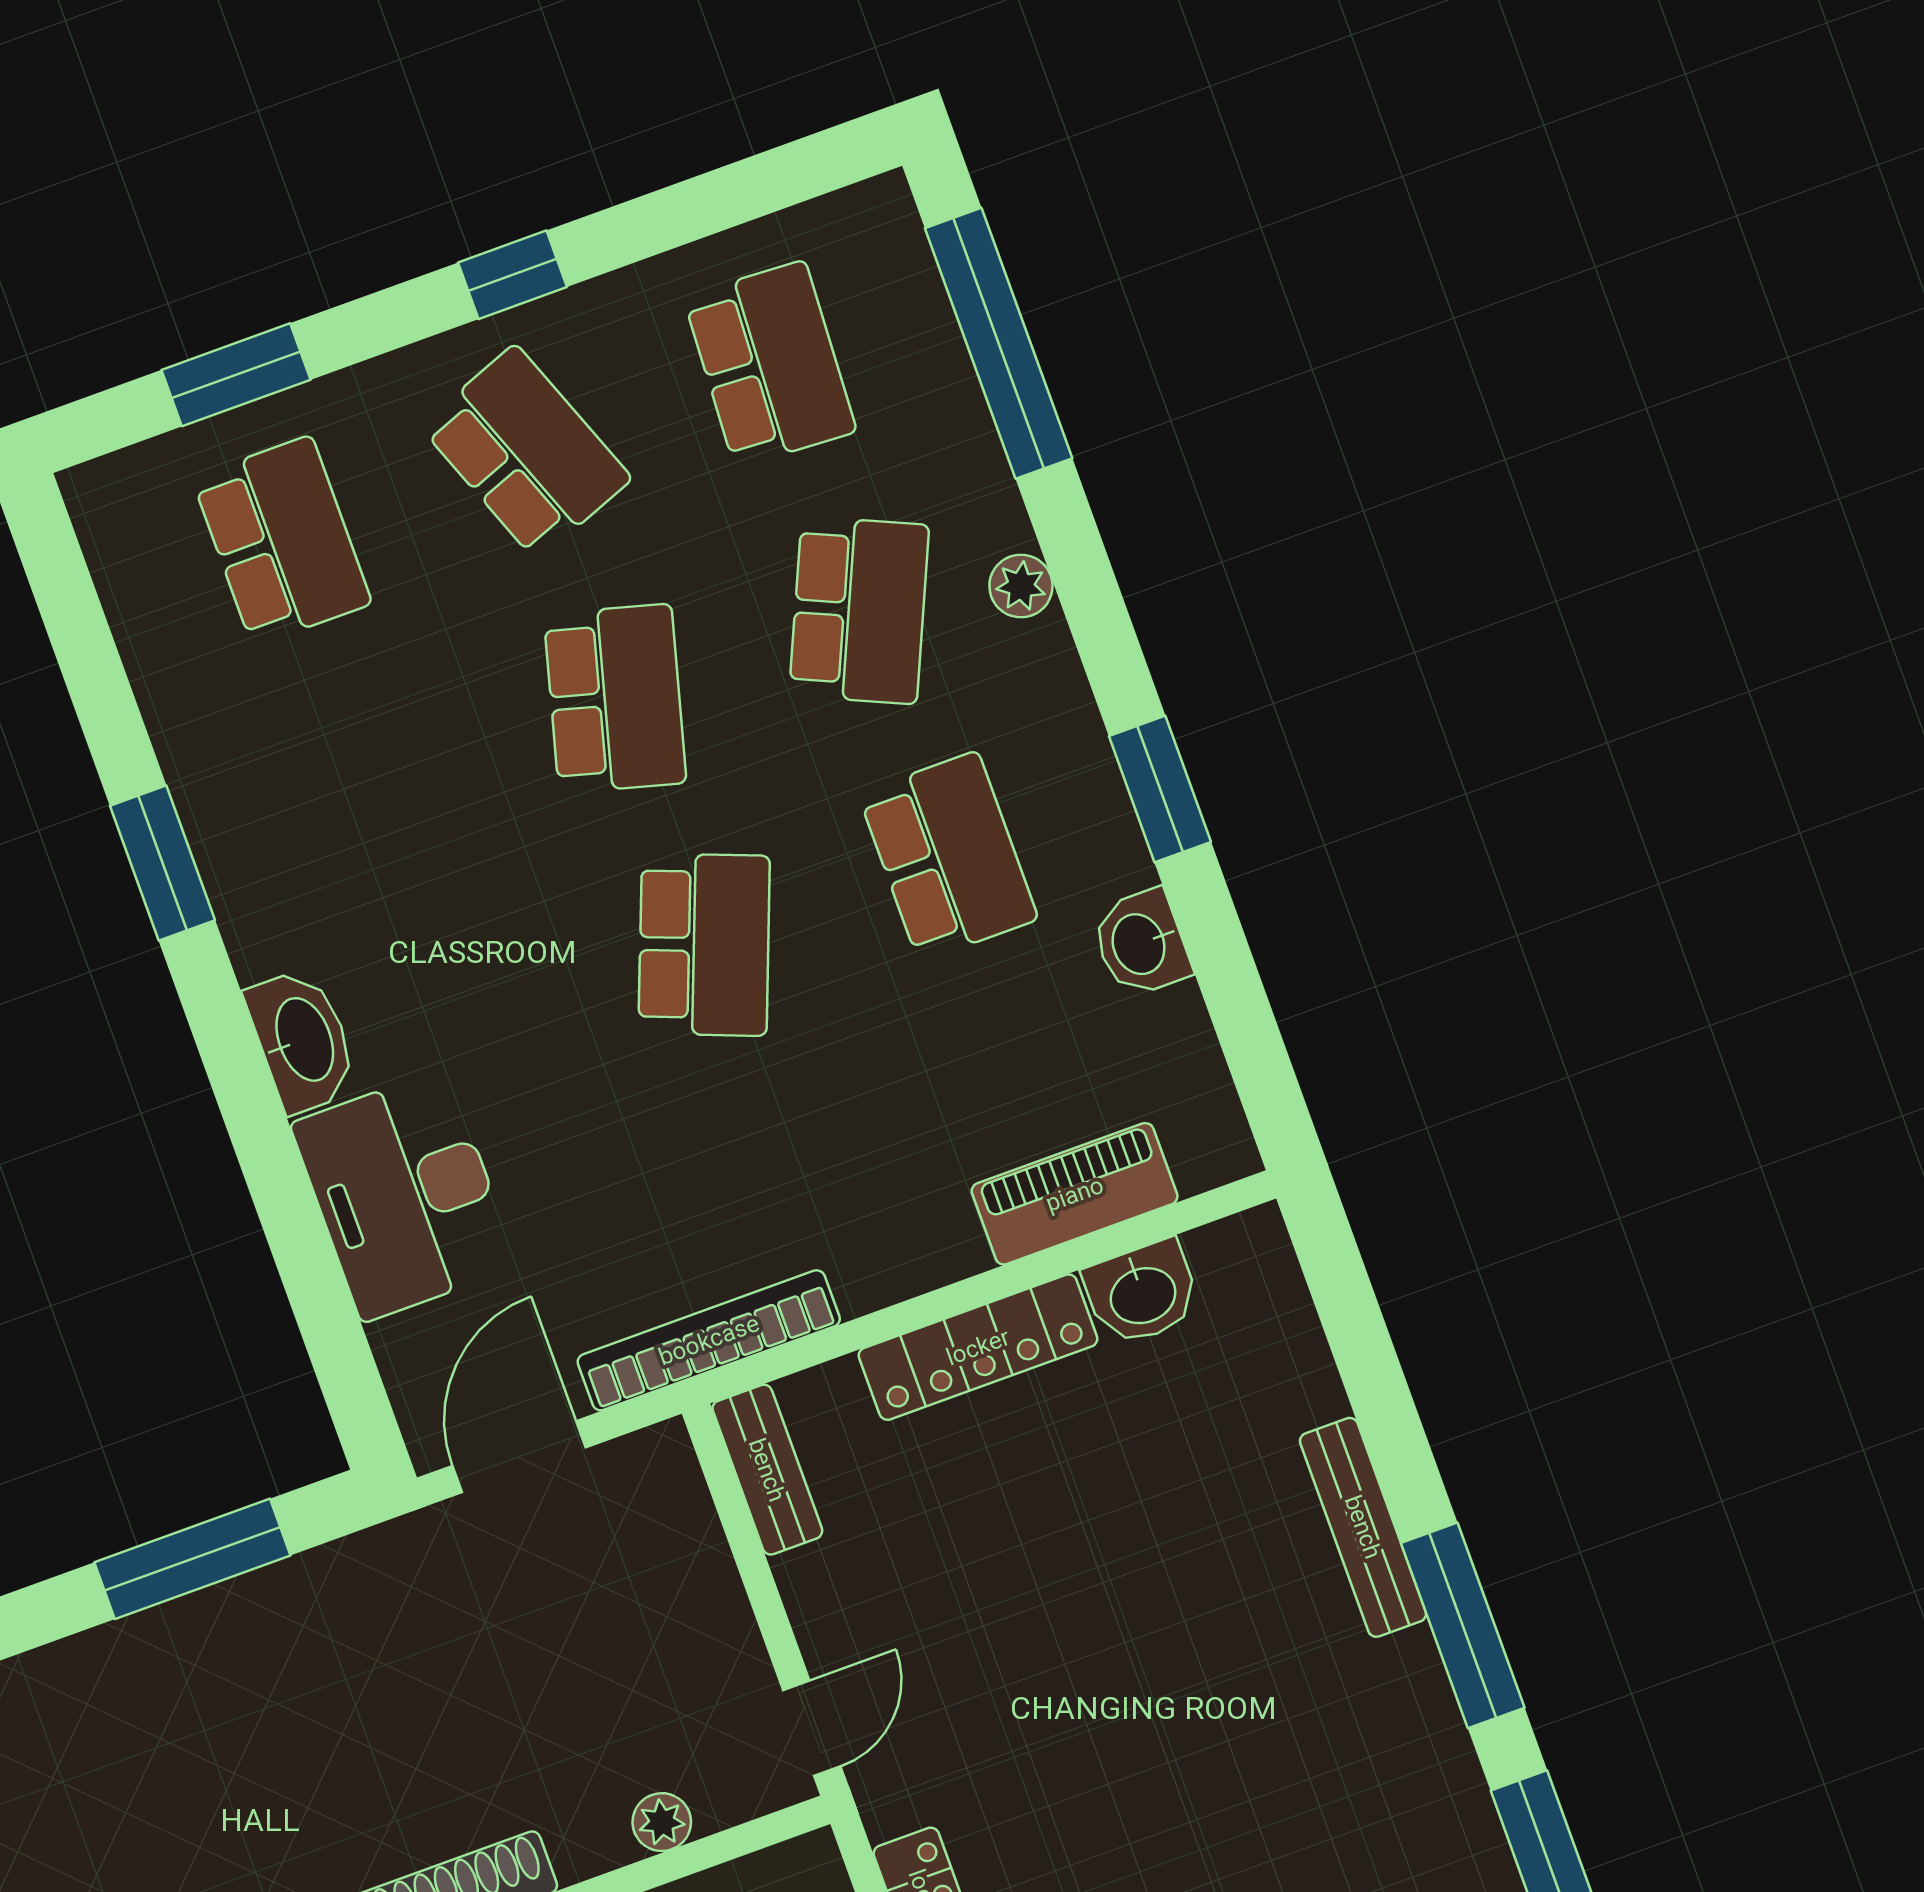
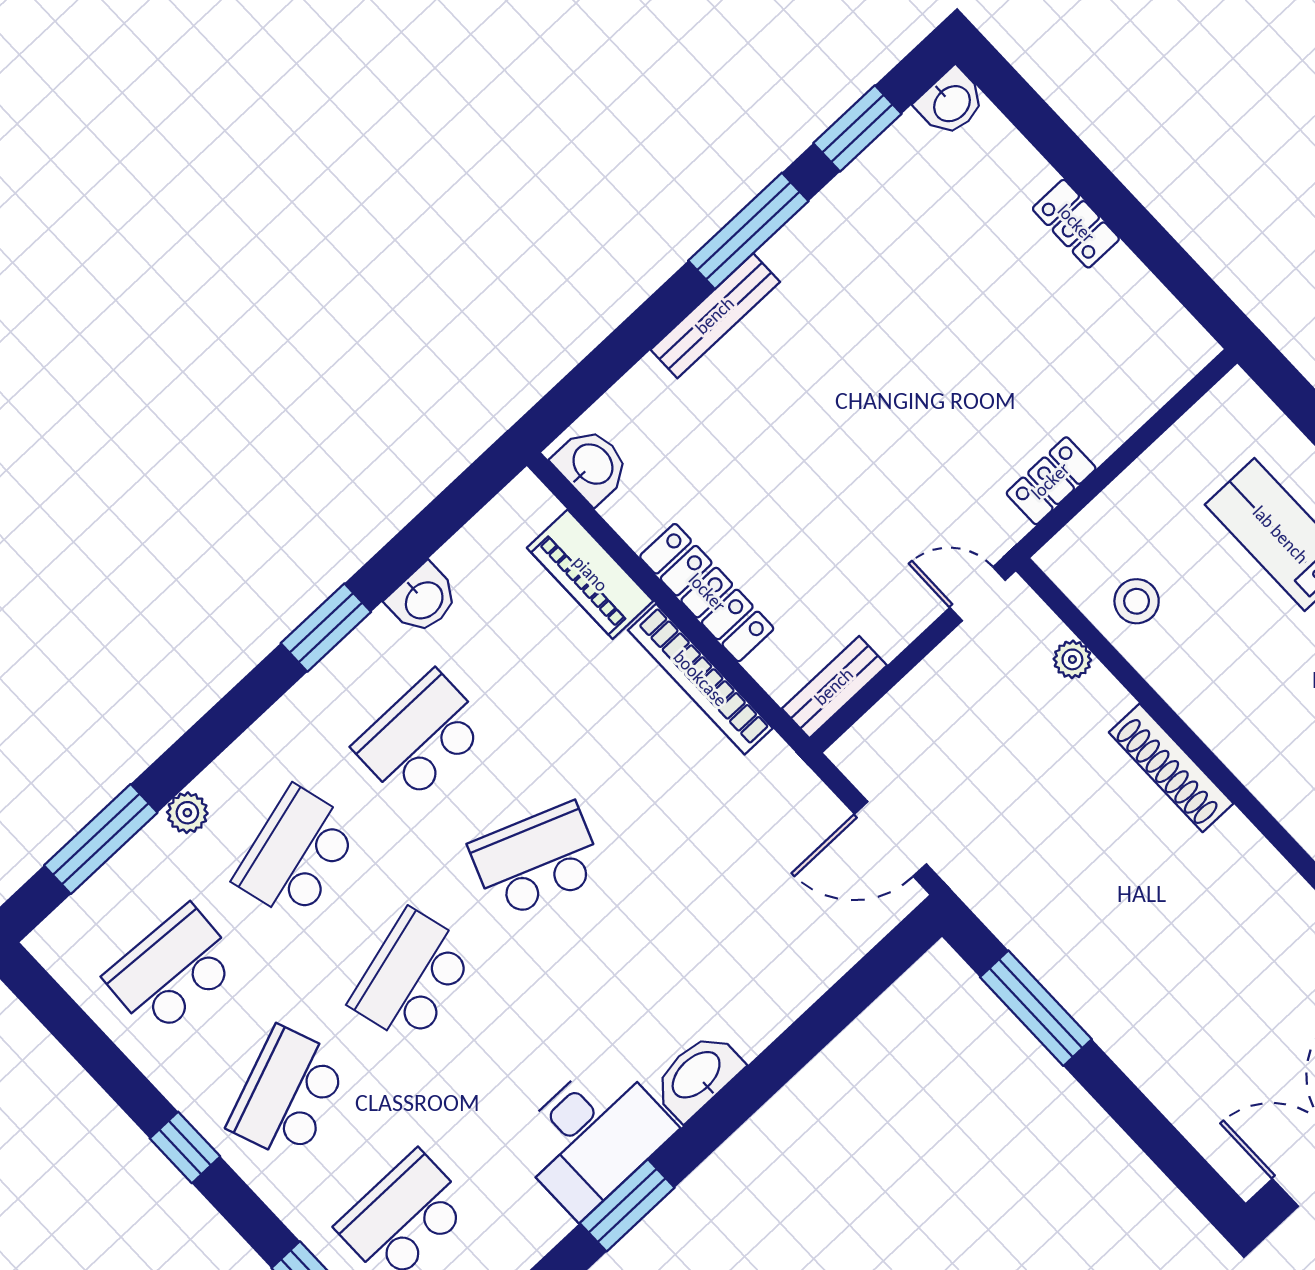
window: (999, 343) -> (101, 839), width x0.68
plant: (1021, 586) -> (187, 813), moved
school desk: (859, 610) -> (296, 854), turned -39
school desk: (615, 699) -> (412, 977), turned -30
desk: (404, 1195) -> (592, 1136), moved
washbasin: (1142, 1293) -> (592, 465), moved
bookcase: (709, 1340) -> (700, 679), moved

